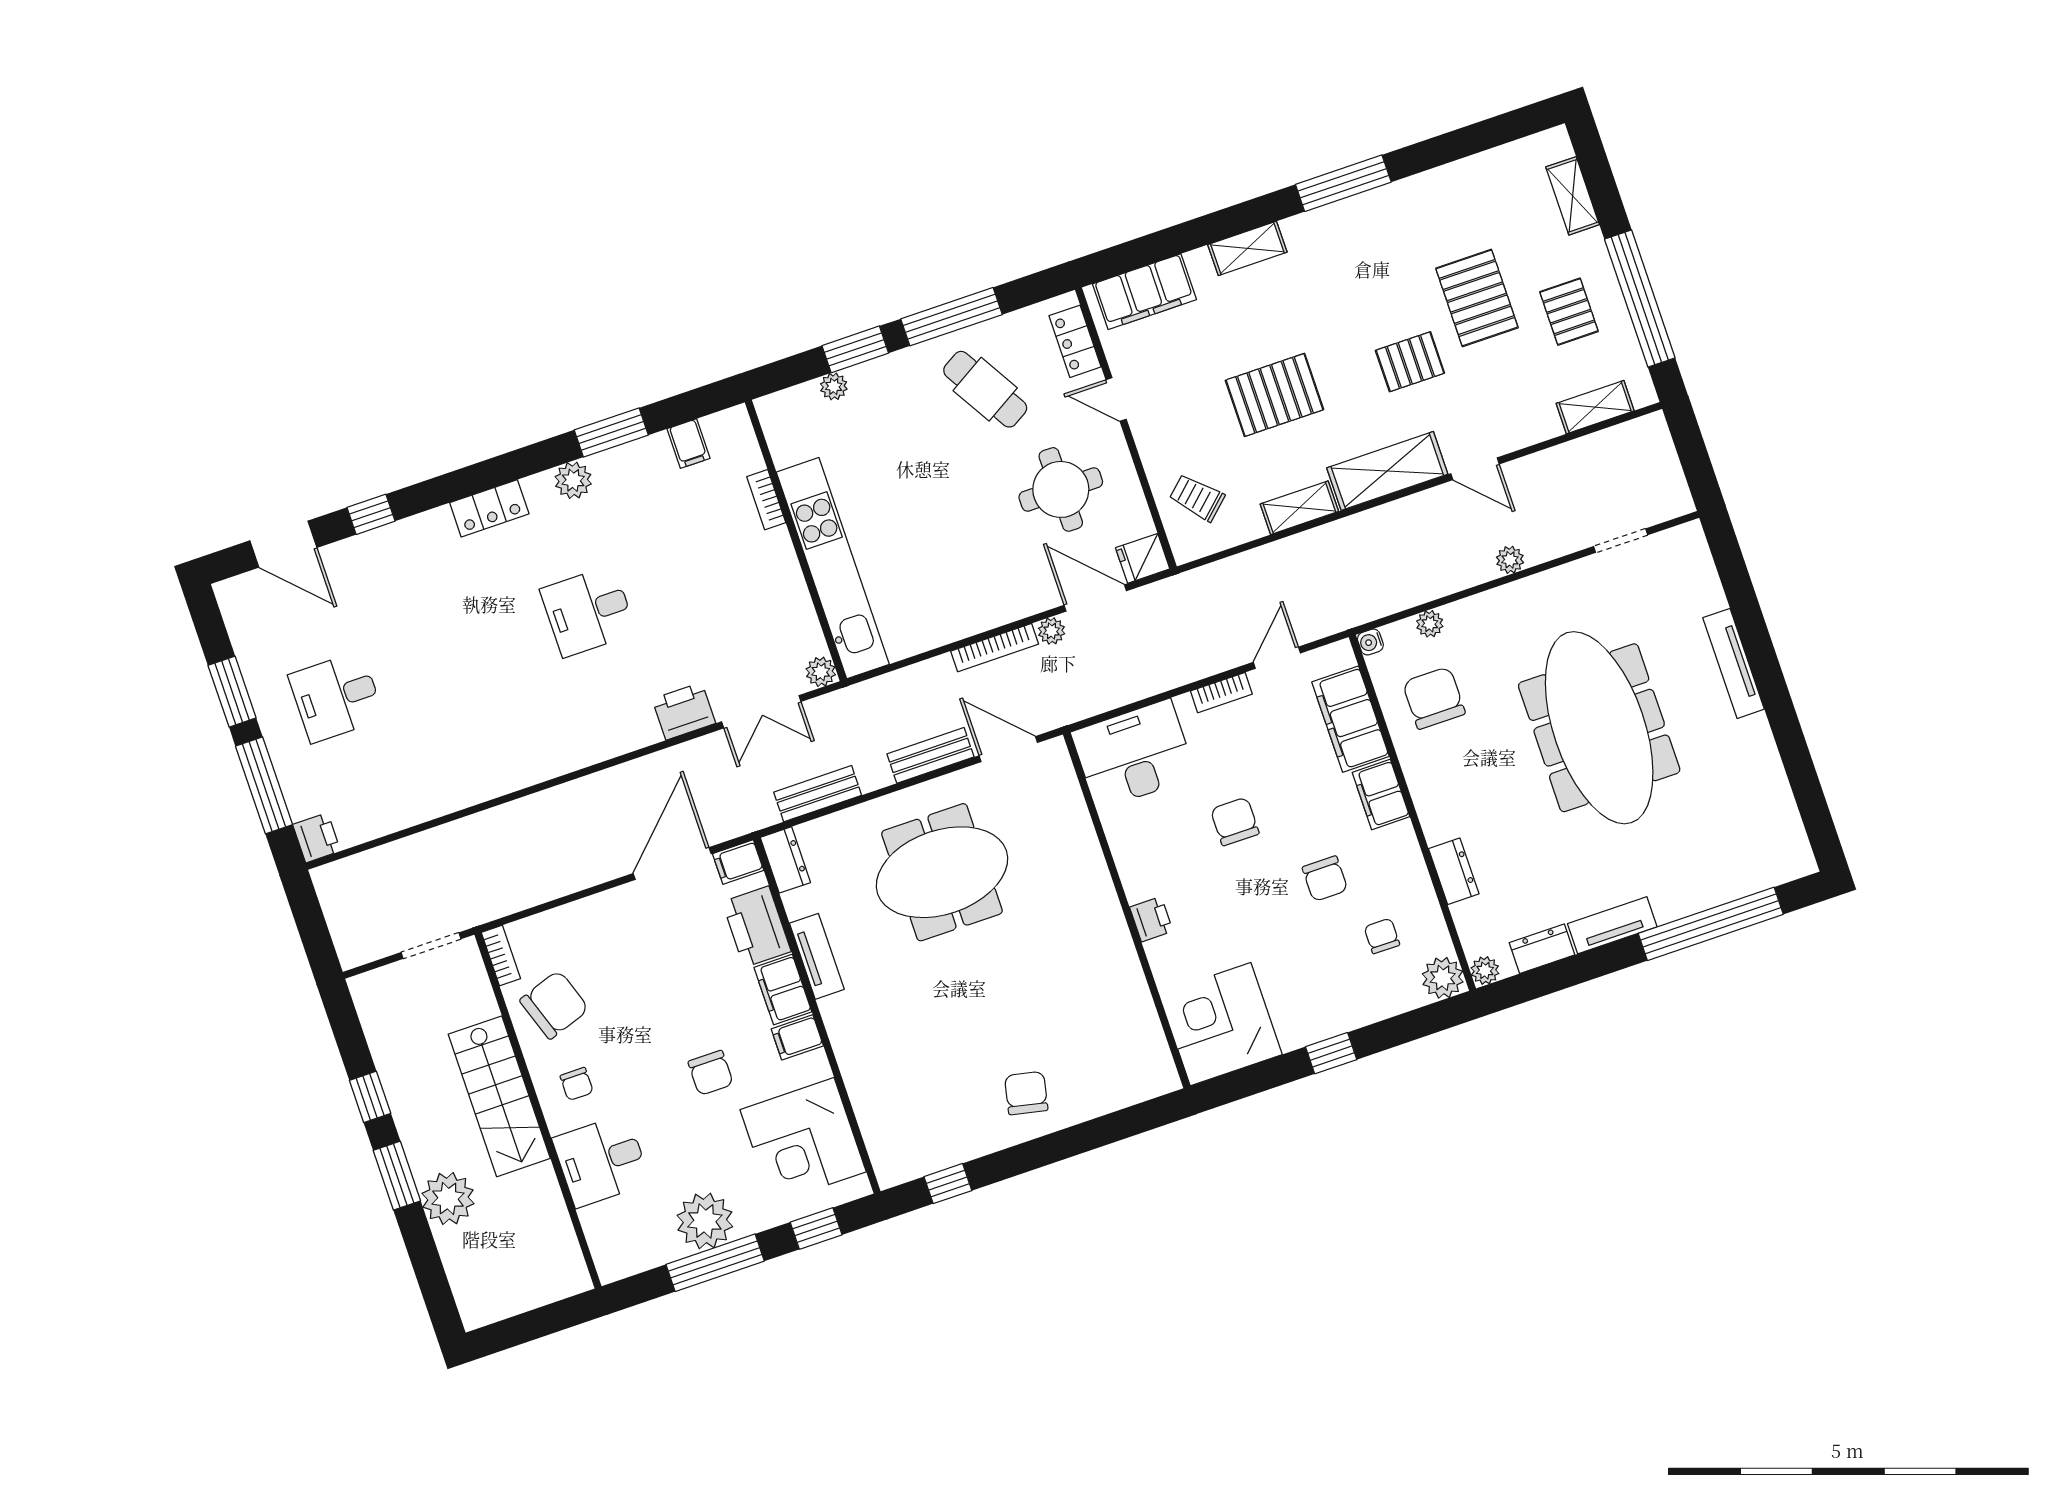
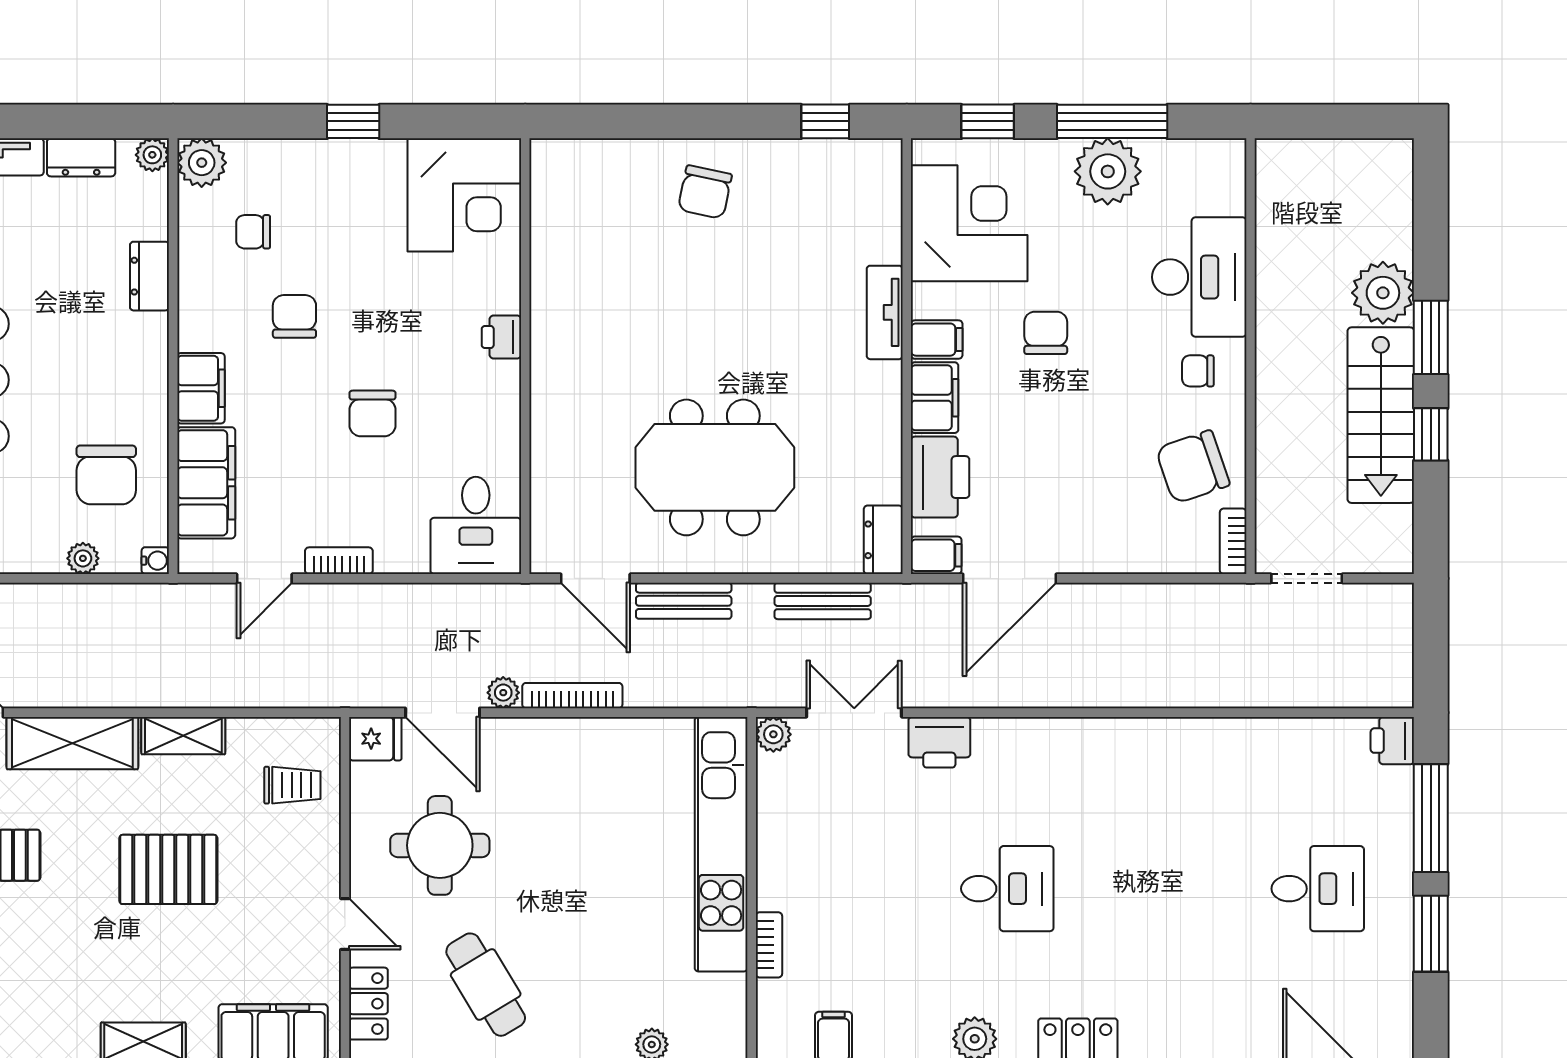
trolley: (1197, 498) -> (292, 785), turned -47
desk: (1134, 754) -> (476, 525), width x0.73
chair: (1382, 936) -> (253, 232), turned 90
tv unit: (817, 956) -> (885, 312), moved
chair: (577, 1084) -> (1198, 371), turned -90
stairs: (499, 1096) -> (1381, 415), moved, turned 180
desk: (601, 1161) -> (1199, 277), width x1.37

